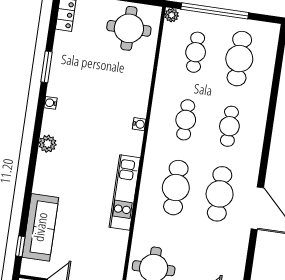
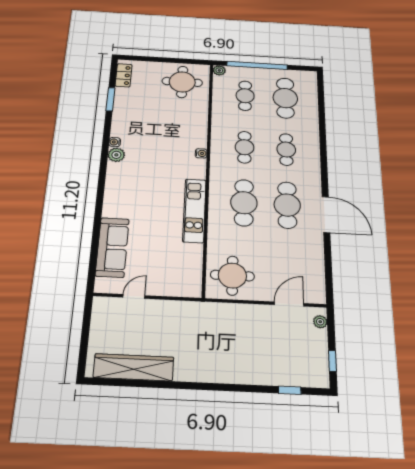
window: (46, 67) -> (110, 99), moved
plant: (48, 144) -> (116, 155), moved
window: (20, 246) -> (92, 266), removed

